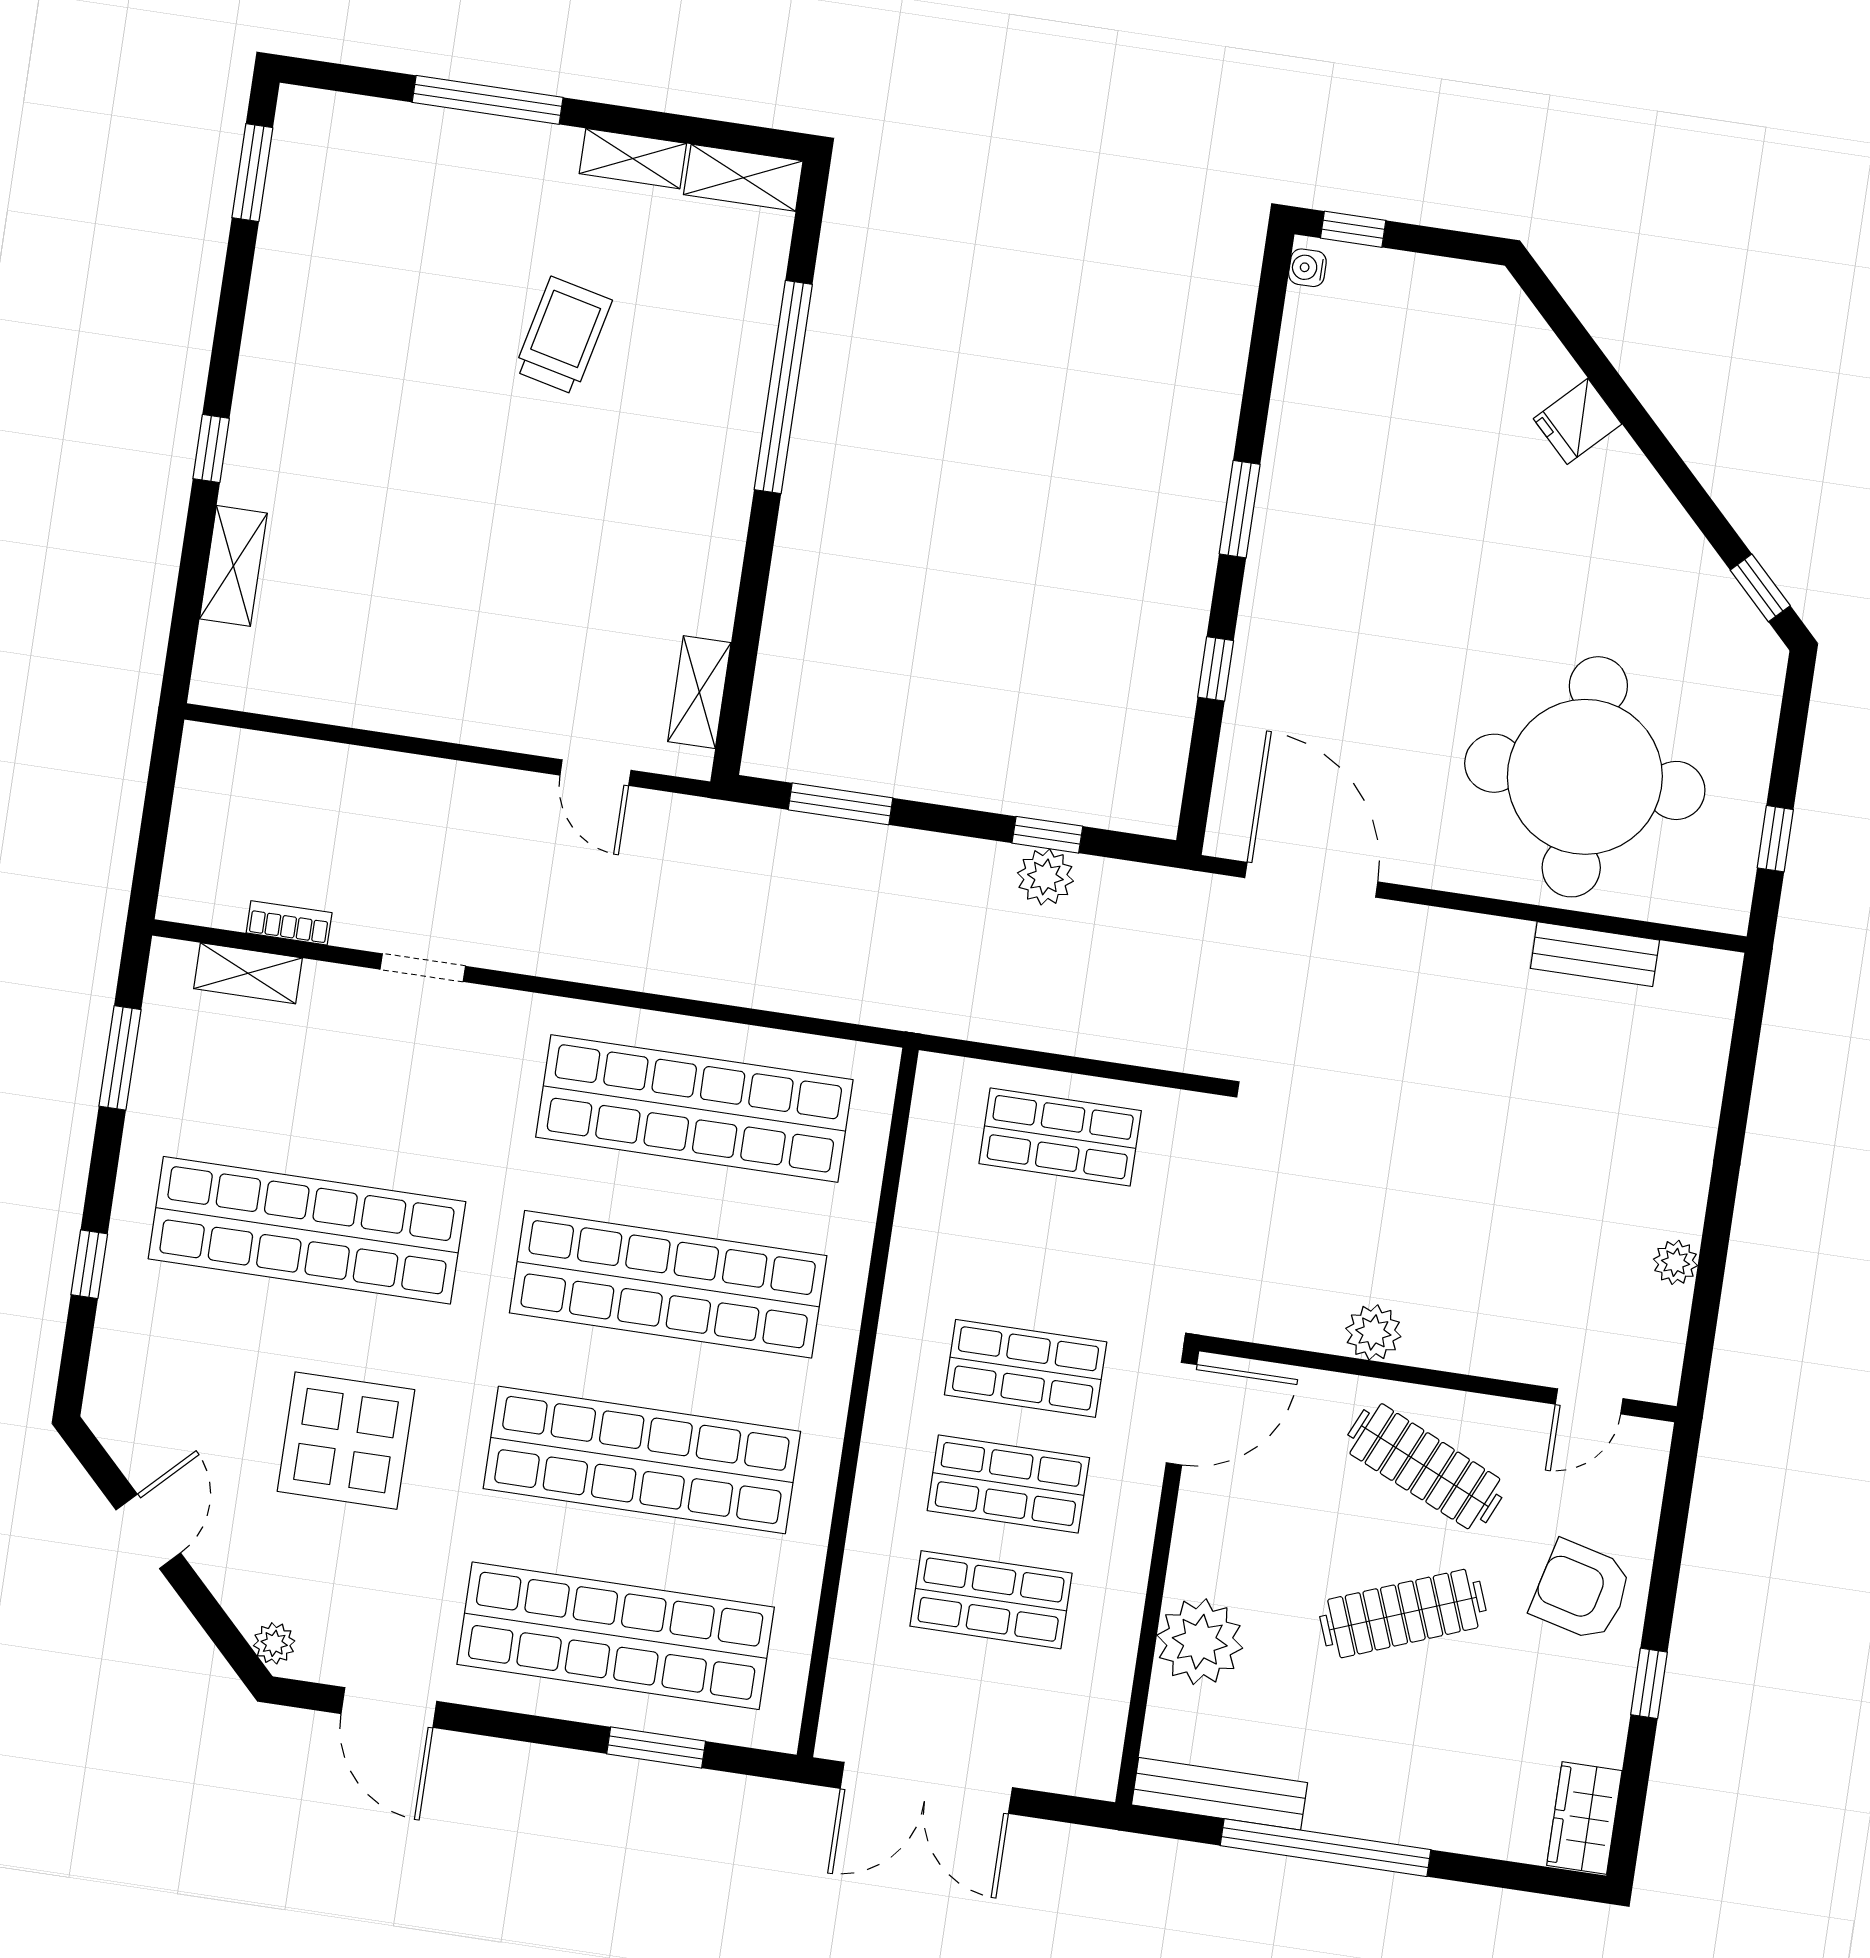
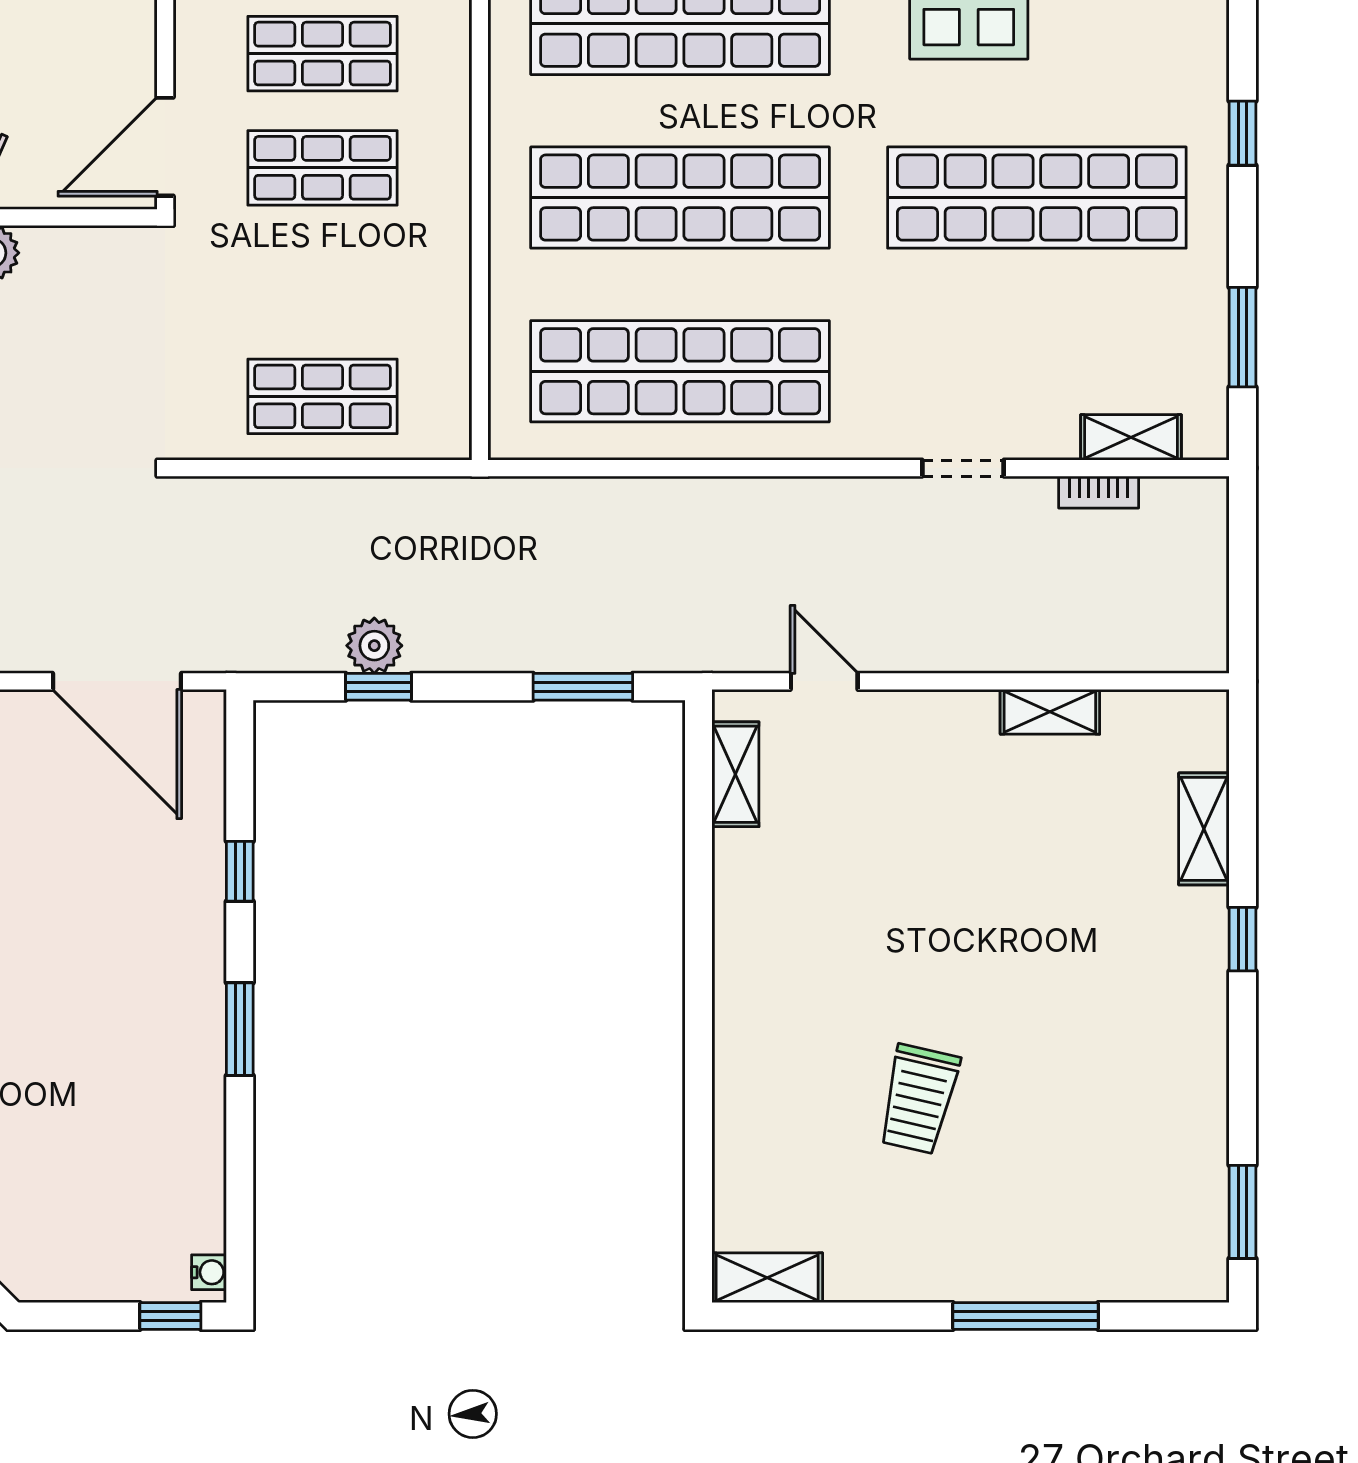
shelving: (633, 159) -> (1050, 712), moved
window: (783, 387) -> (698, 1081), removed

